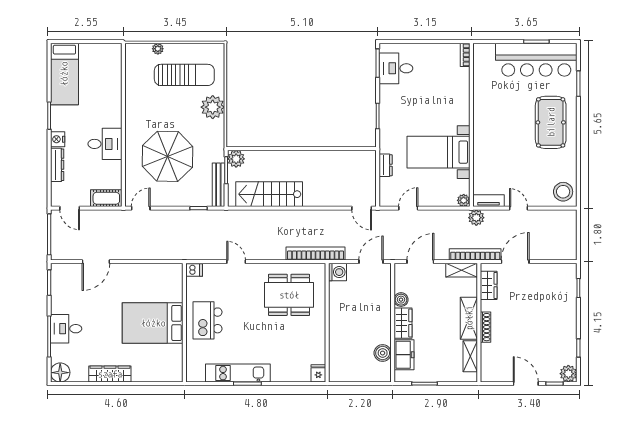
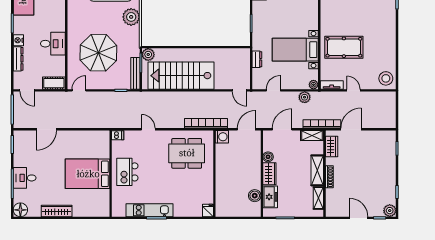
pool table: (551, 122) -> (344, 47), moved, turned 90
stairs: (269, 194) -> (181, 76), width x1.36, depth x1.51
plant: (476, 218) -> (305, 97), moved

